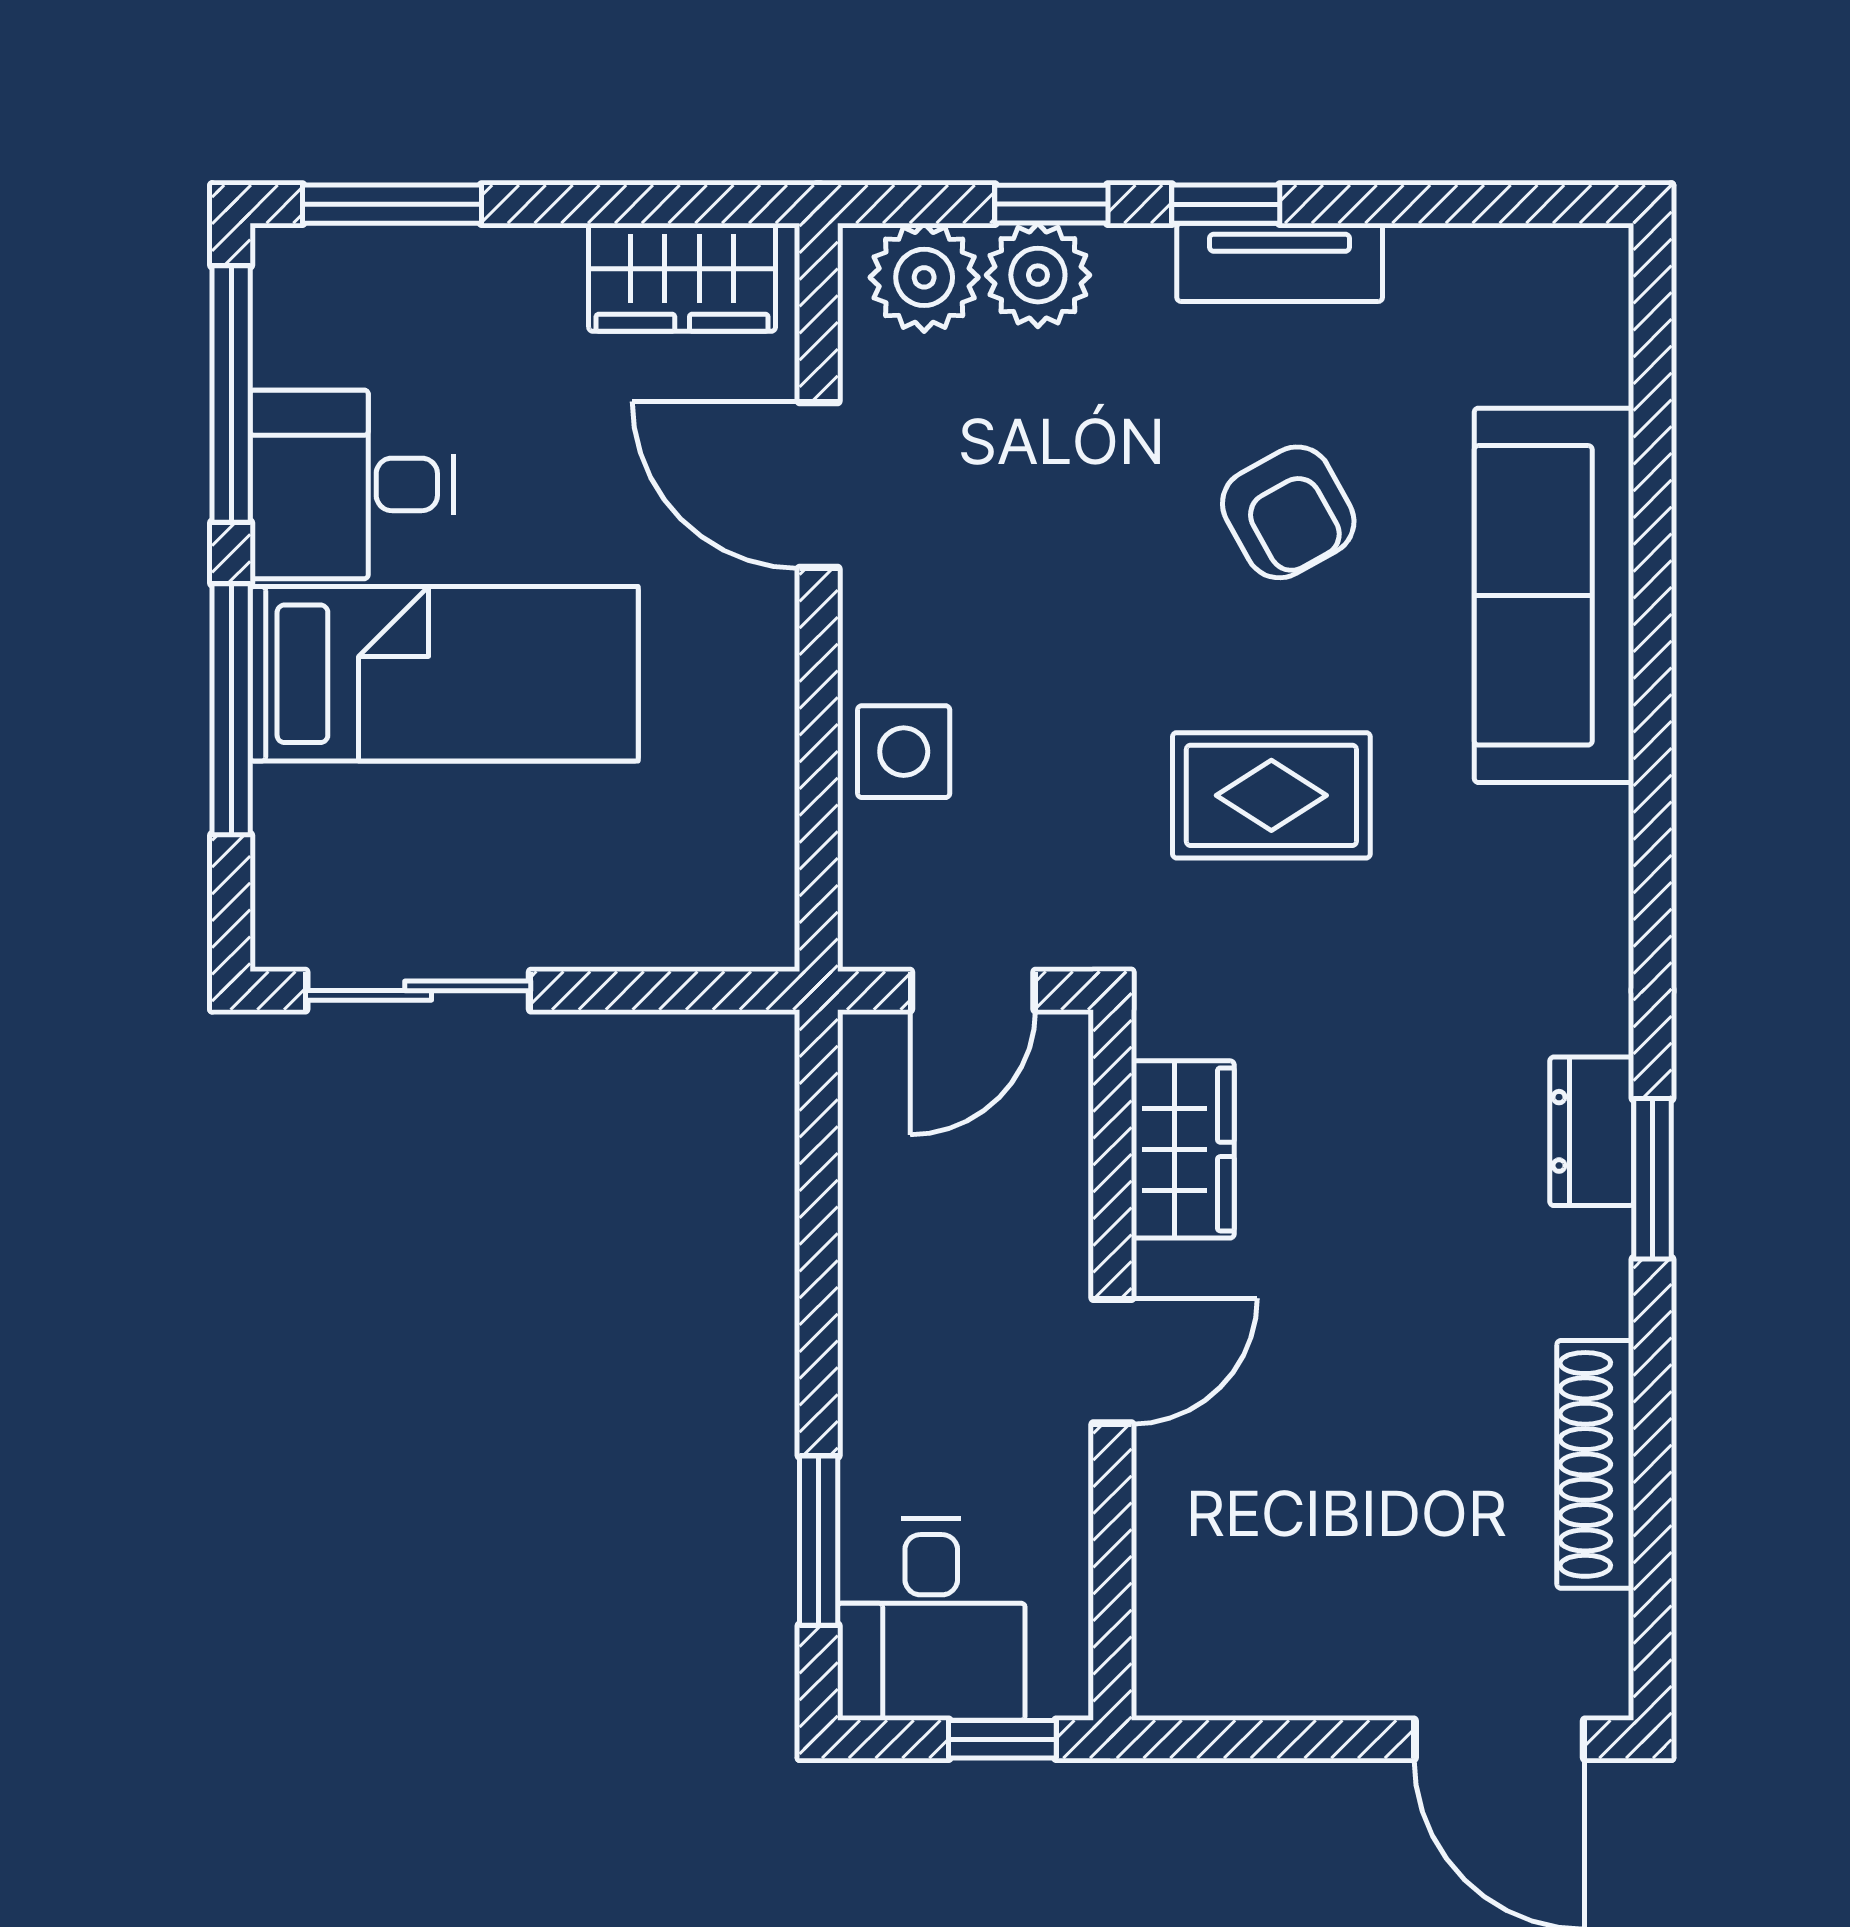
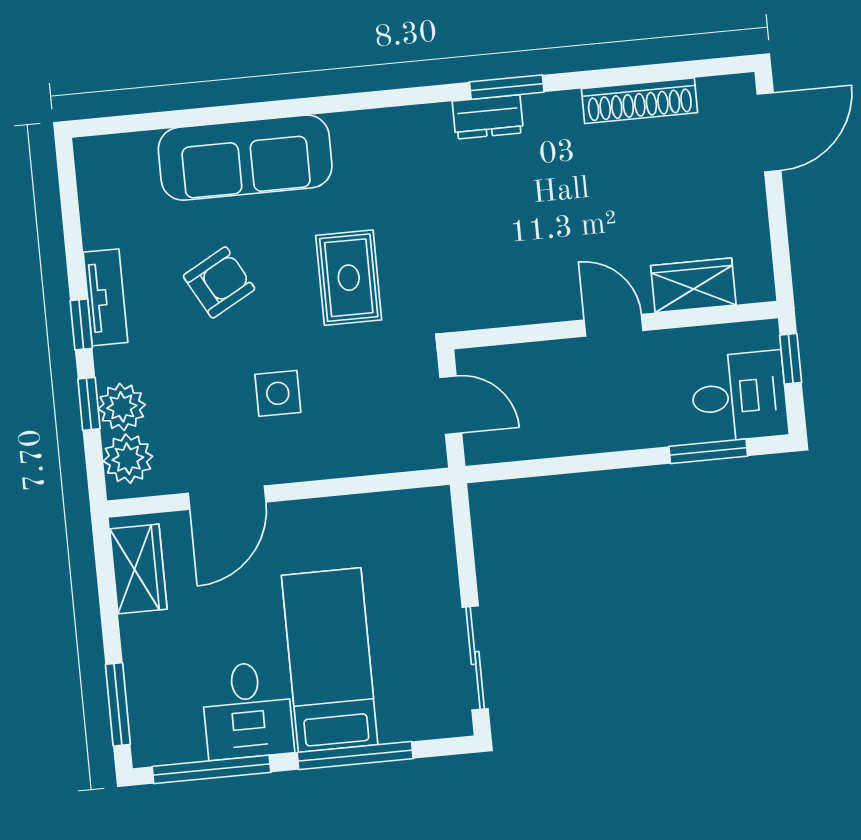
side table: (904, 752) -> (278, 393), moved
wardrobe: (1183, 1149) -> (693, 285), moved

